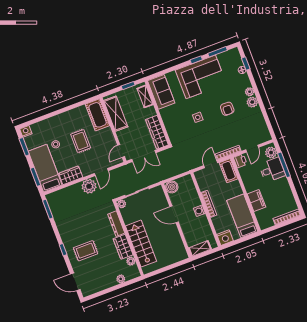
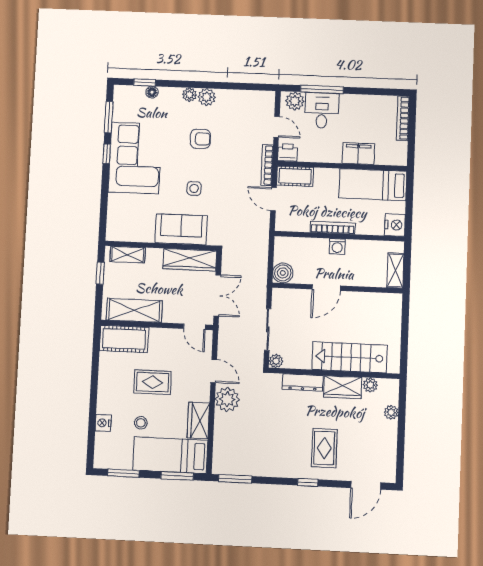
sofa: (161, 92) -> (181, 229), moved
nightstand: (26, 131) -> (103, 423), moved

